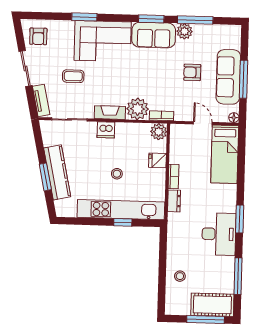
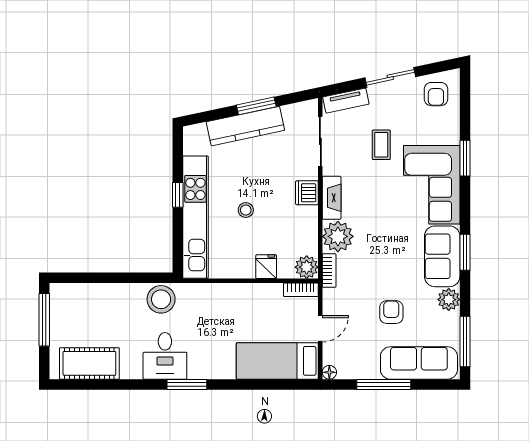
window: (195, 20) -> (465, 341), moved
armchair: (38, 36) -> (436, 94), turned -90
sofa: (228, 77) -> (419, 363), moved
window: (45, 177) -> (256, 106), moved
bookcase: (174, 177) -> (301, 290), moved
dresser: (174, 201) -> (210, 291), removed
window: (123, 222) -> (178, 195), moved
desk: (219, 234) -> (165, 356), width x0.73
stool: (180, 276) -> (161, 299), moved, width x1.89, depth x1.89
window: (238, 276) -> (107, 384), removed
cot: (212, 305) -> (89, 363), moved, turned 90
window: (206, 320) -> (44, 320), moved

